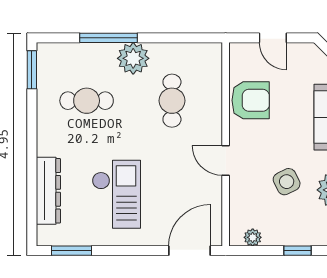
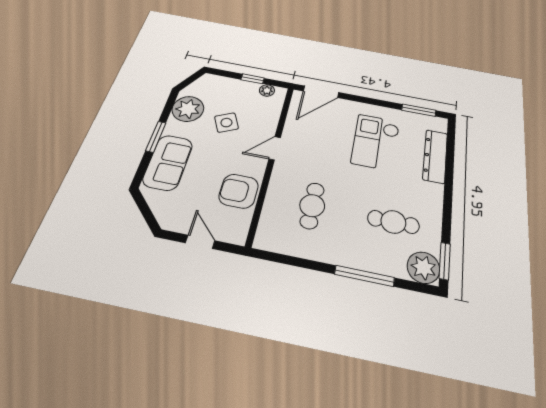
plant: (133, 58) -> (423, 268), moved
door: (226, 161) -> (275, 148), swing flipped
window: (297, 251) -> (253, 79), moved

